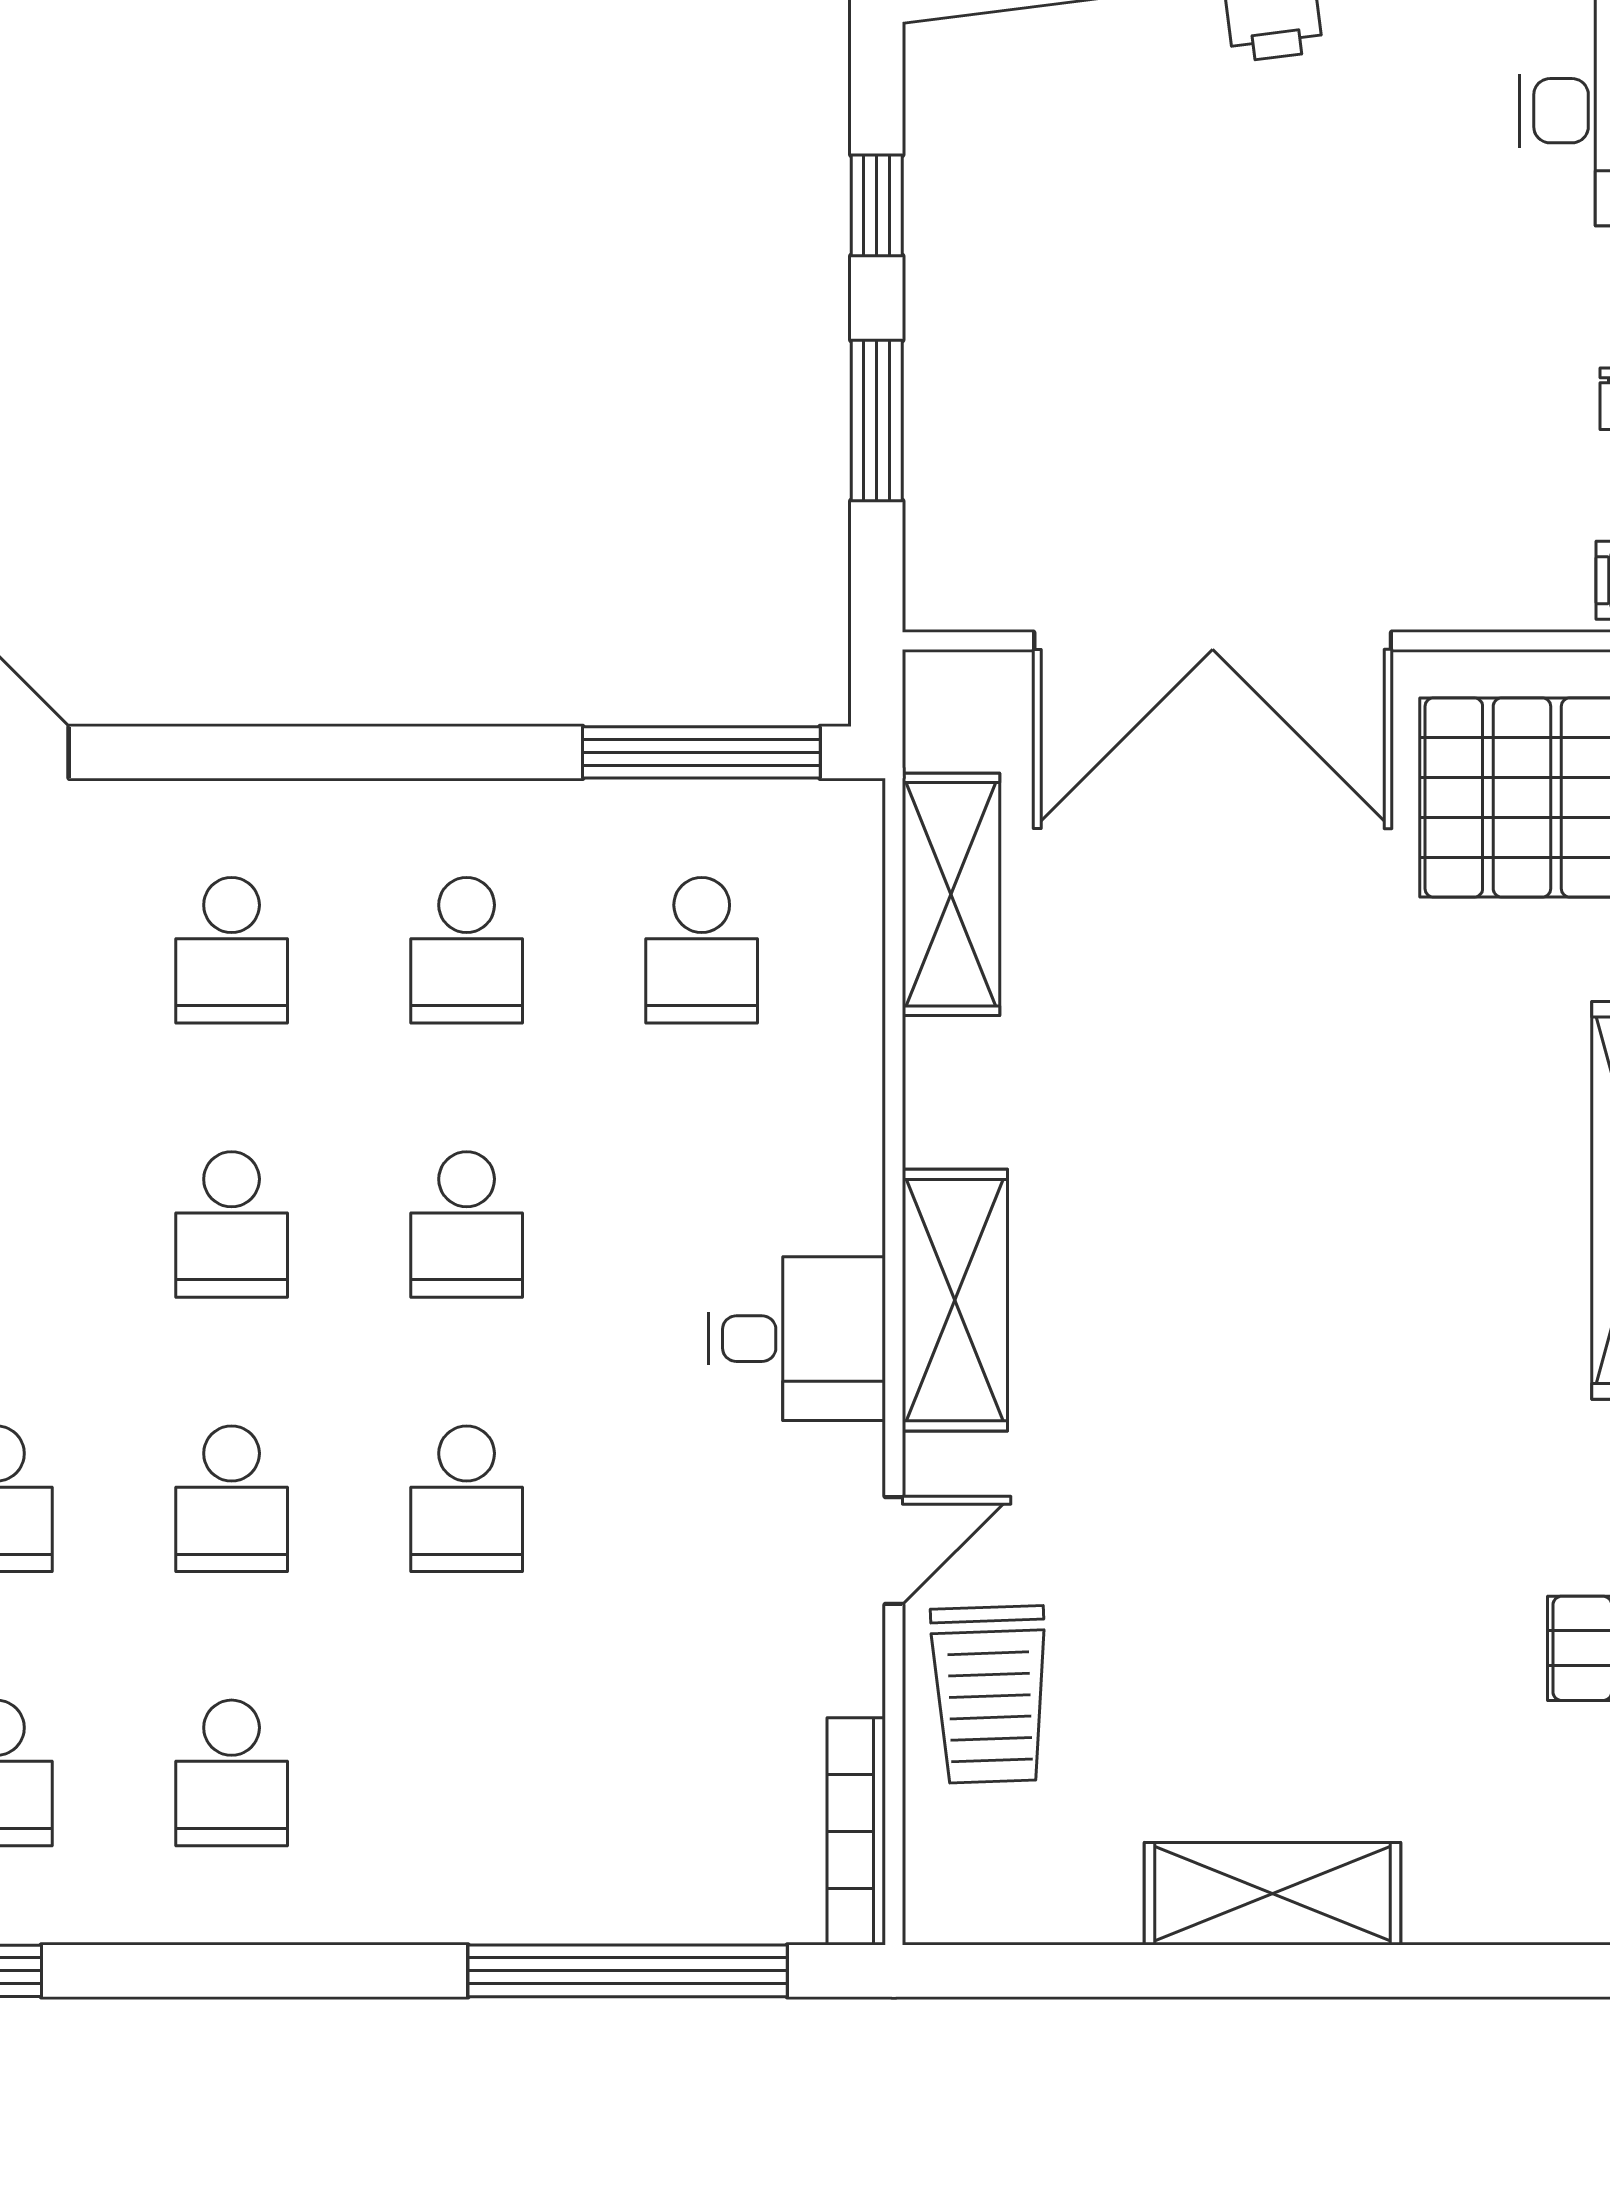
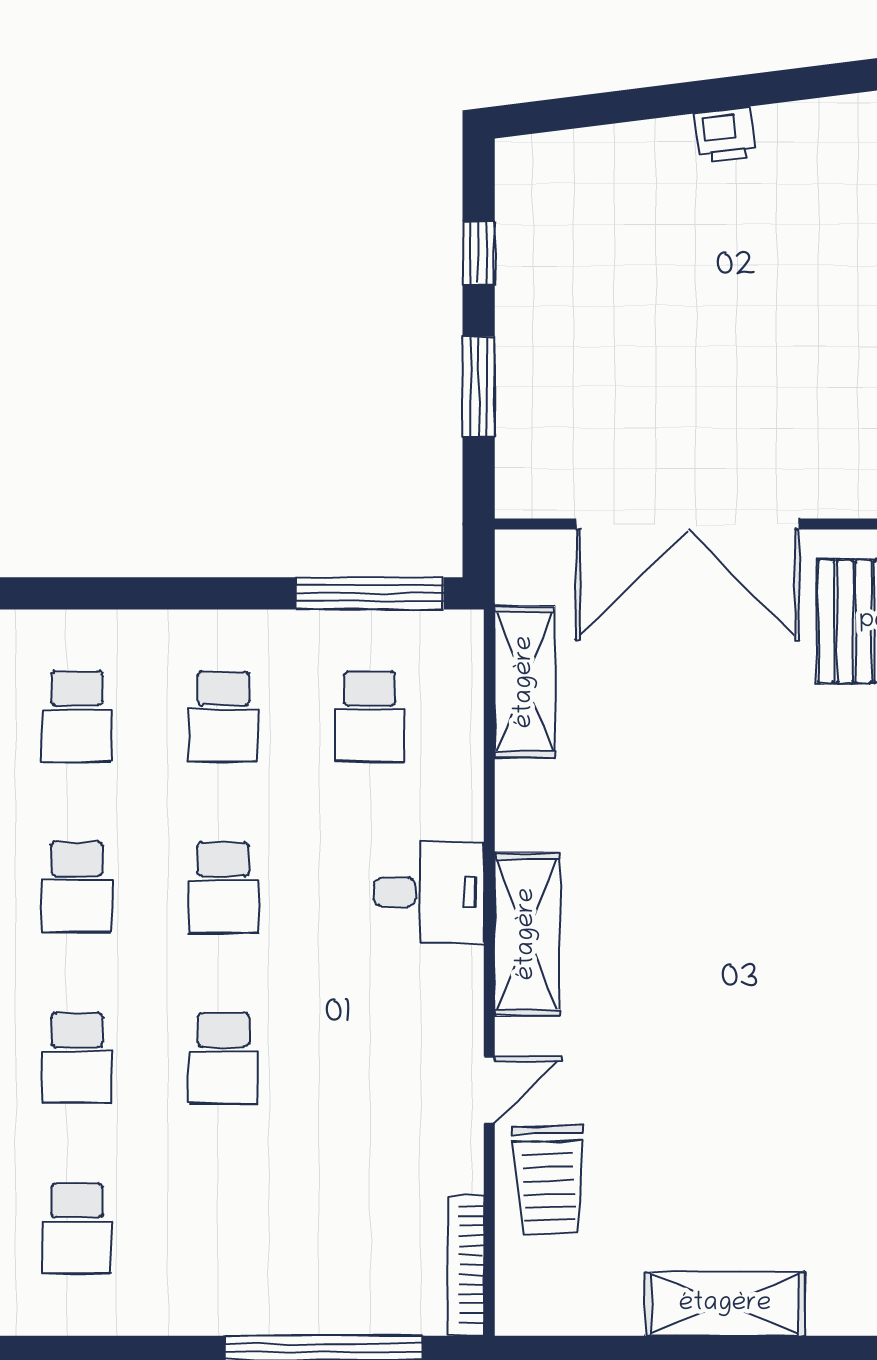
desk: (797, 1339) -> (429, 892), moved

